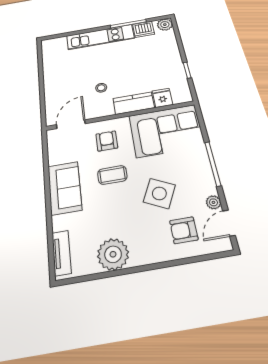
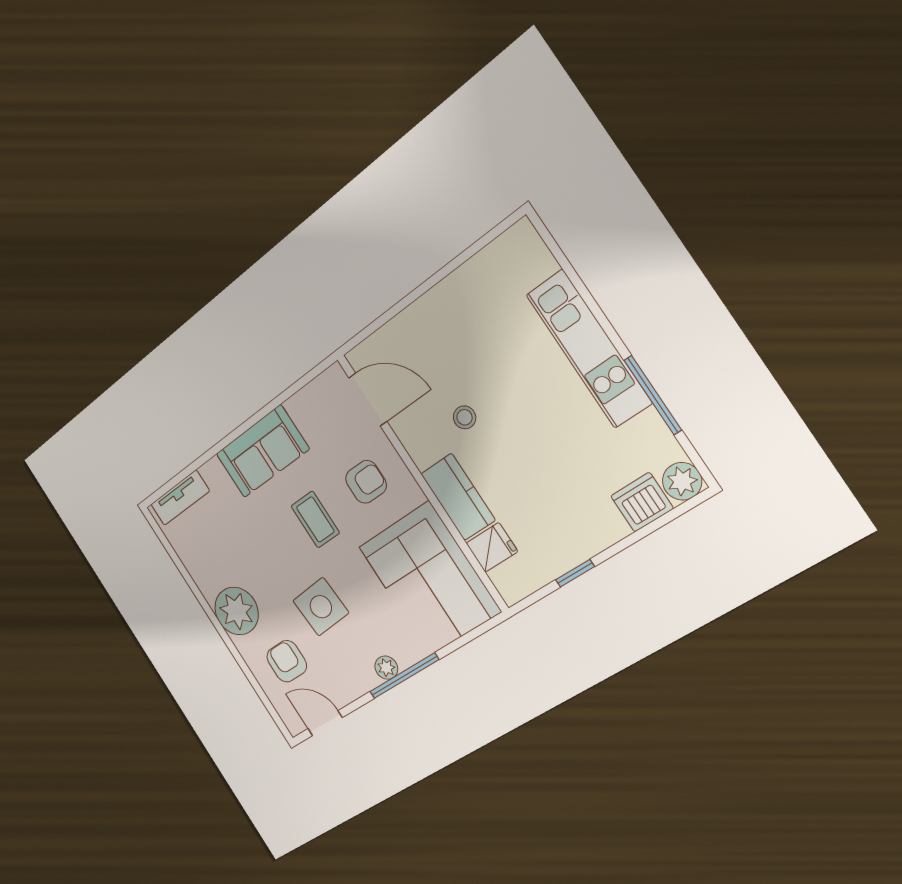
dishwasher: (143, 29) -> (642, 502), moved, turned 90
side table: (159, 193) -> (321, 607), turned -30
plant: (213, 202) -> (386, 668), moved
plant: (113, 254) -> (237, 611), moved

